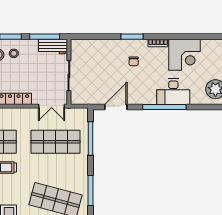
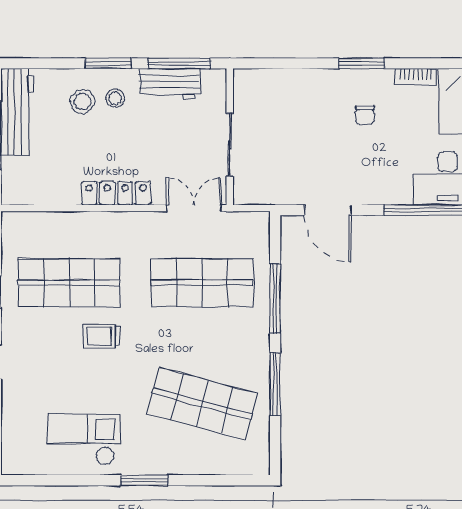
workbench: (53, 46) -> (170, 84), moved
double door: (52, 106) -> (194, 208), swing flipped
door: (116, 107) -> (328, 210), swing flipped
window: (91, 138) -> (275, 299), moved

